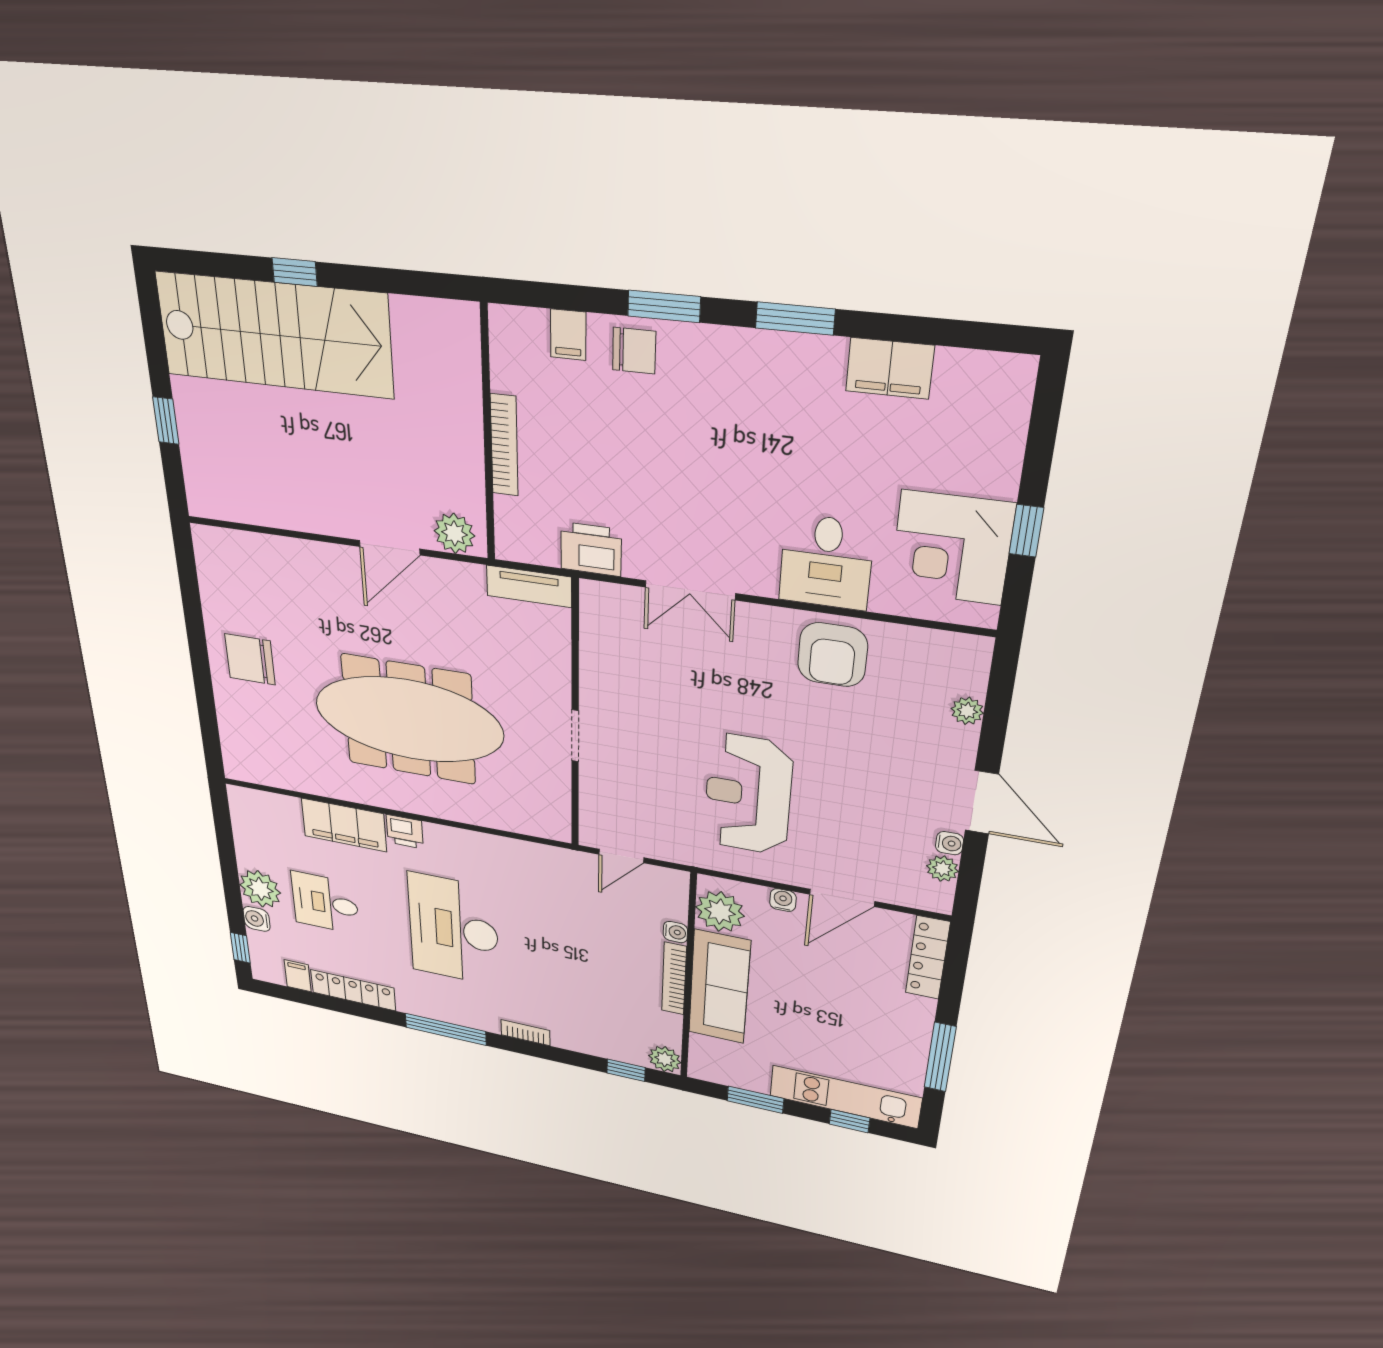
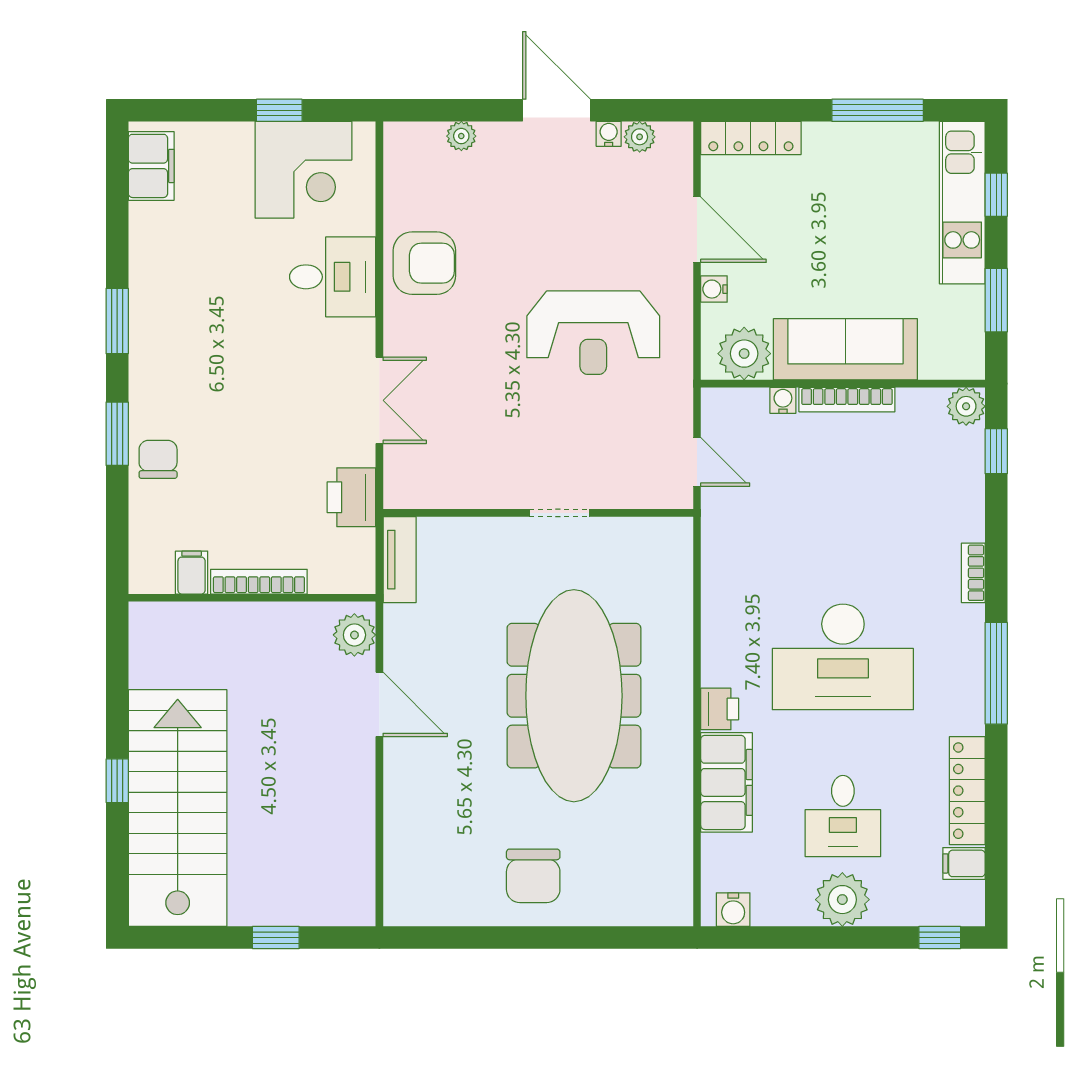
filing cabinet: (568, 335) -> (192, 573), moved, turned -90
filing cabinet: (890, 368) -> (151, 166), moved
door: (982, 802) -> (556, 110), hinge flipped
water cooler: (257, 919) -> (733, 910), moved

